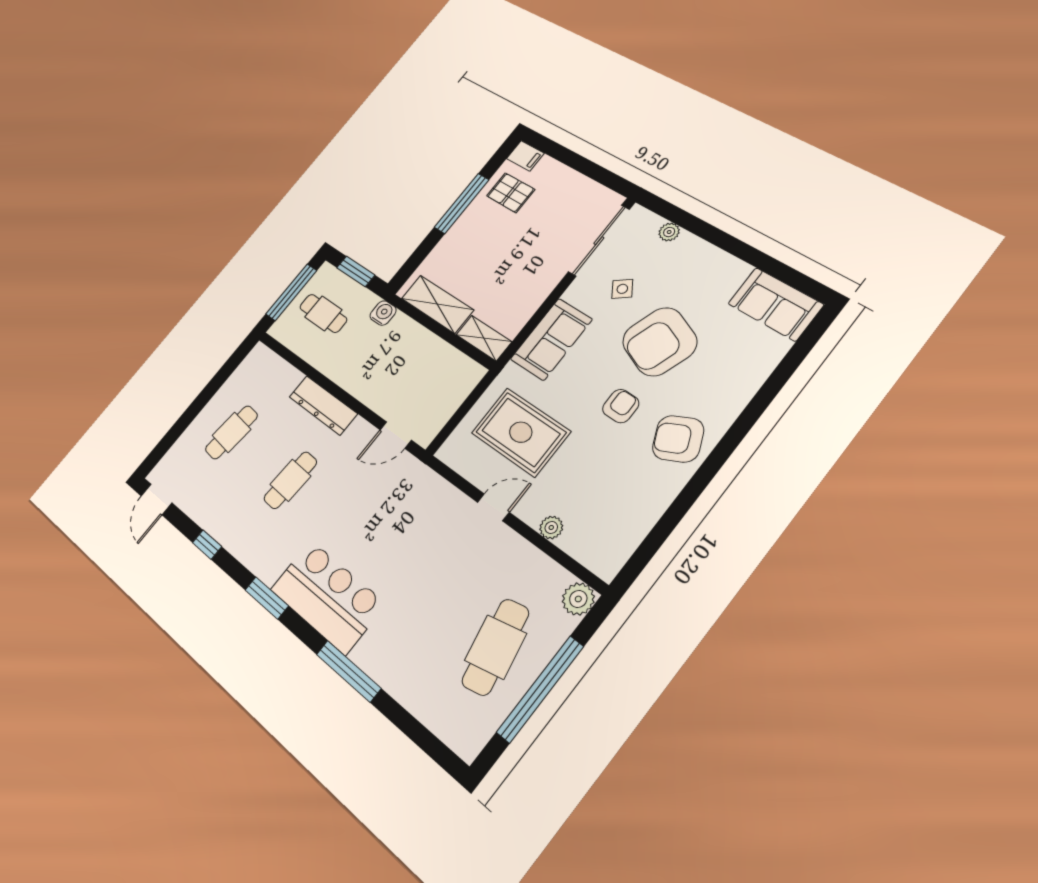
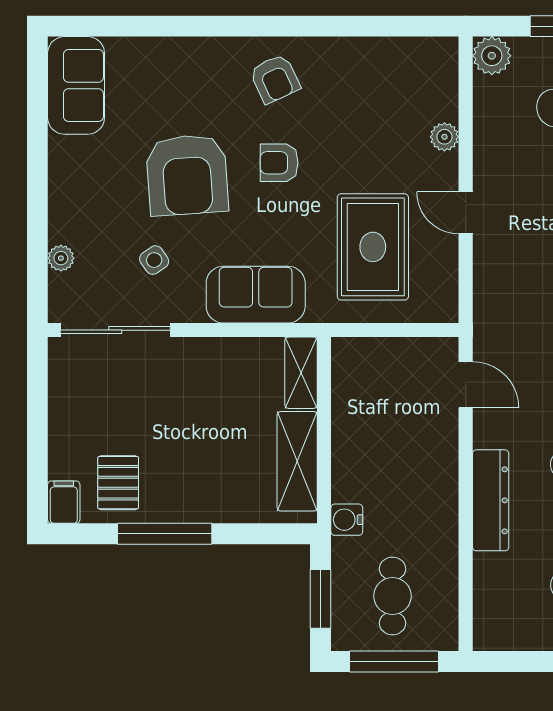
armchair: (660, 342) -> (187, 175), turned 65
armchair: (678, 439) -> (275, 79), width x0.72, depth x0.72

